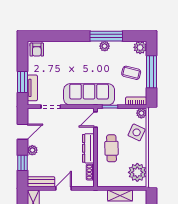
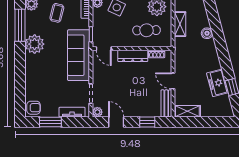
window: (106, 36) -> (20, 25), moved
plant: (105, 46) -> (35, 44), width x1.88, depth x1.88
window: (23, 82) -> (50, 122), moved
cafe table: (111, 148) -> (147, 30), moved
plant: (32, 150) -> (97, 112), moved

